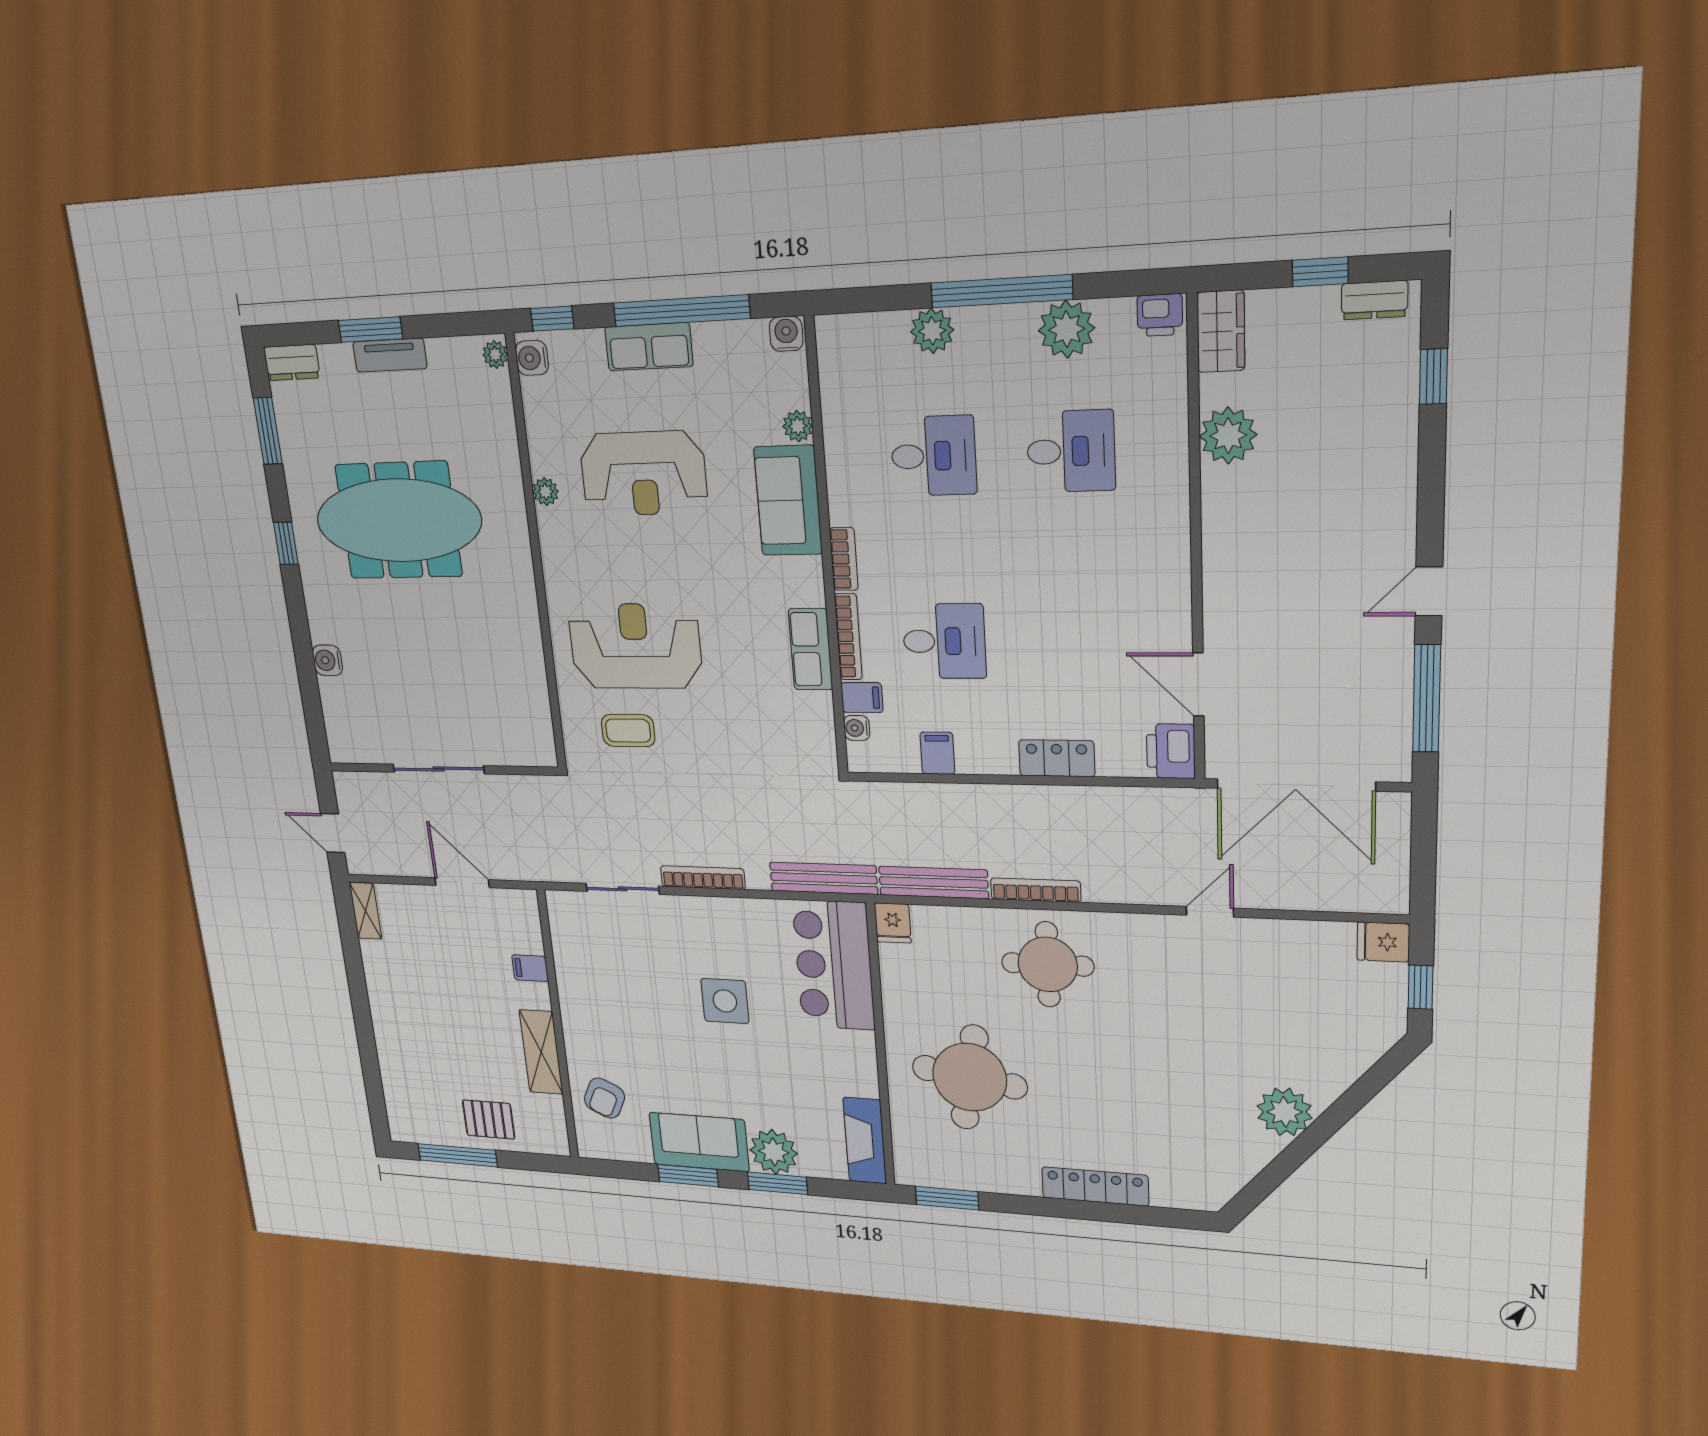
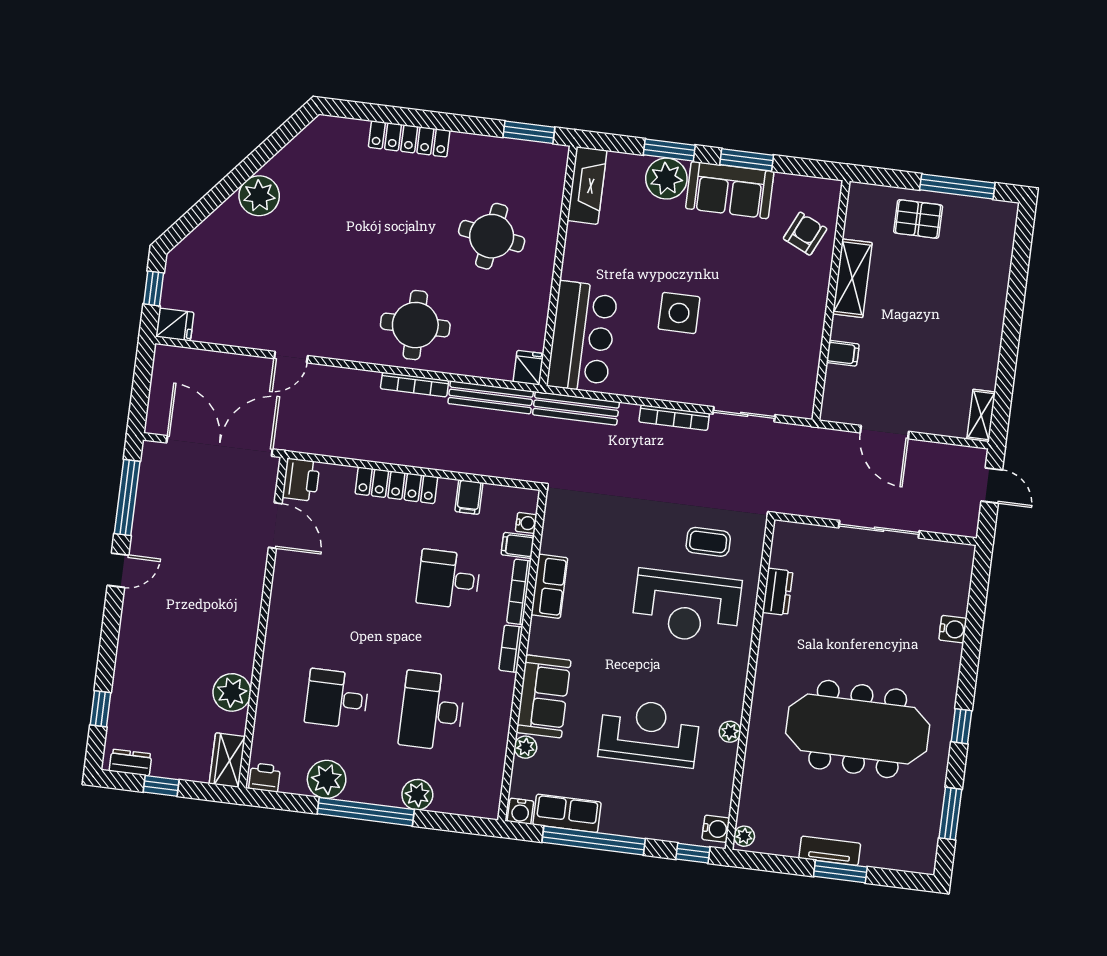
row of seats: (649, 347) -> (567, 813), moved
dresser: (292, 363) -> (778, 592), moved, turned 90
desk: (933, 456) -> (432, 711), width x1.37
locker: (1057, 758) -> (396, 485), width x1.53
round table: (970, 1077) -> (492, 236), width x0.73, depth x0.73

